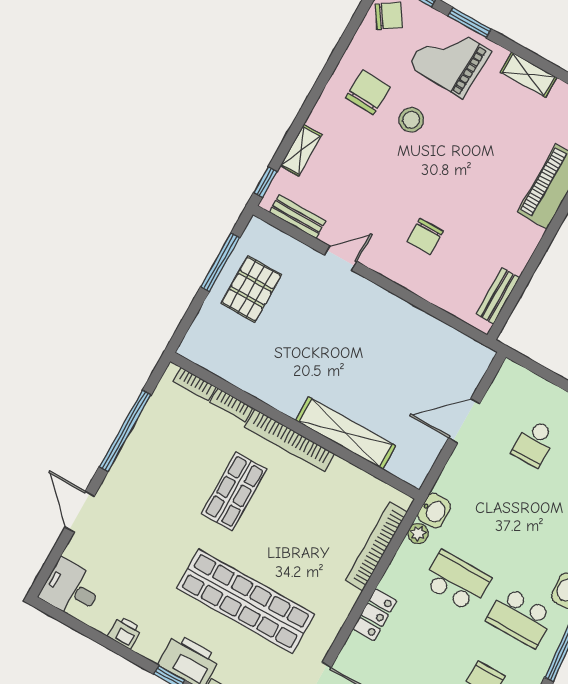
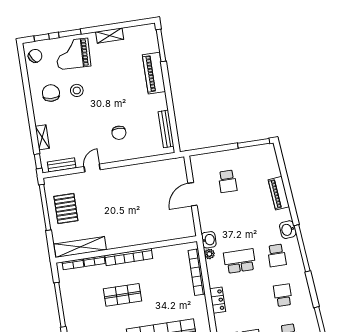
window: (220, 262) -> (45, 207), width x1.46
bench: (498, 296) -> (166, 129), width x1.36
shelving: (346, 433) -> (80, 247), moved
shop shelf: (234, 491) -> (123, 295), turned 90
school desk: (521, 617) -> (277, 255), width x0.54

